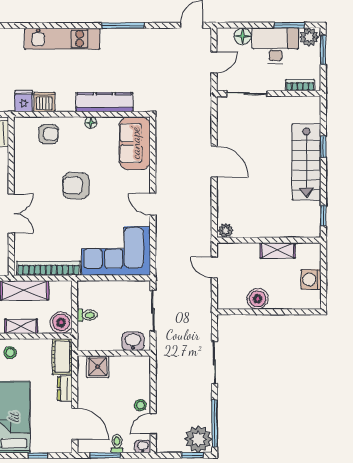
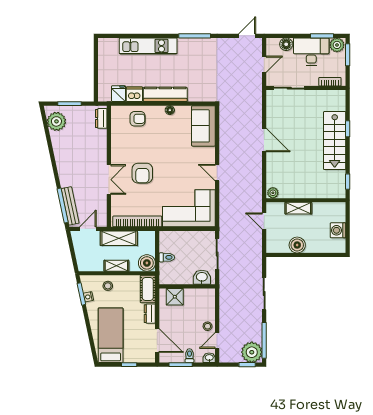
kitchen counter: (104, 102) -> (165, 94), moved
armchair: (76, 186) -> (142, 173), moved, turned -91
shelving: (278, 250) -> (298, 208), moved

